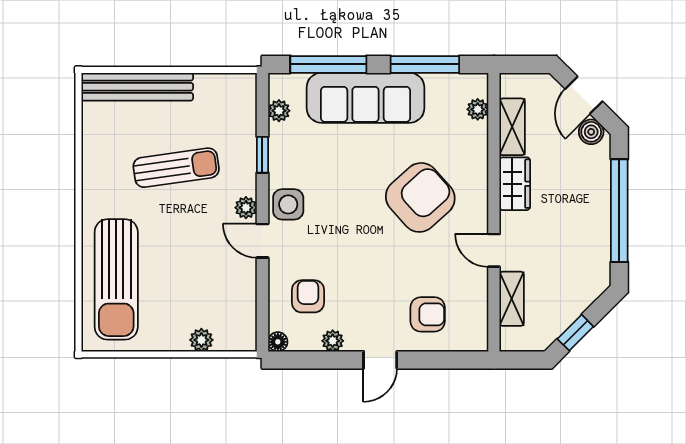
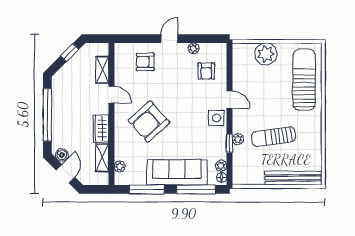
plant: (246, 208) -> (238, 139), moved
plant: (201, 340) -> (266, 54), width x1.88, depth x1.88
floor lamp: (278, 342) -> (222, 177), moved

